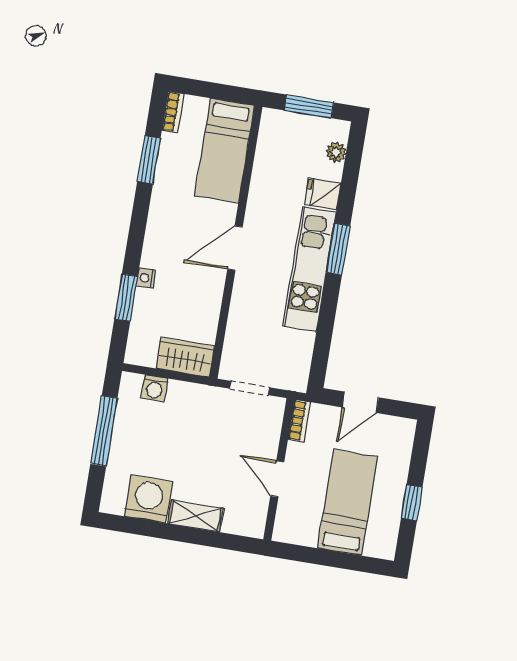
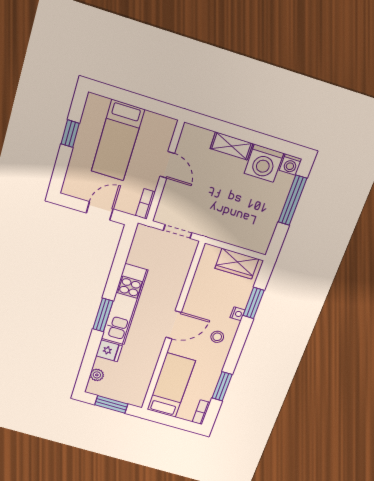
stool: (169, 238) -> (217, 337), added
wardrobe: (185, 357) -> (237, 264), moved
washing machine: (155, 388) -> (291, 165), moved, turned 180
window: (104, 431) -> (292, 200), moved

